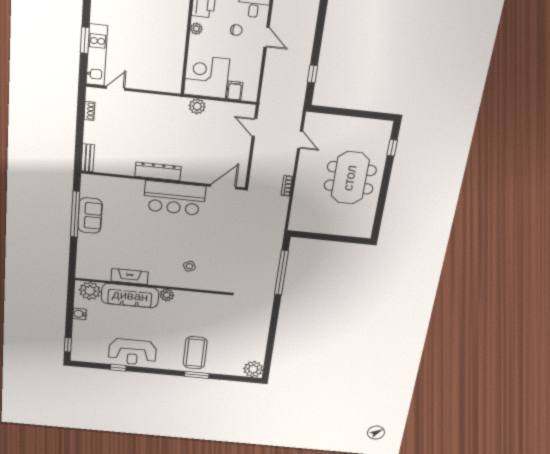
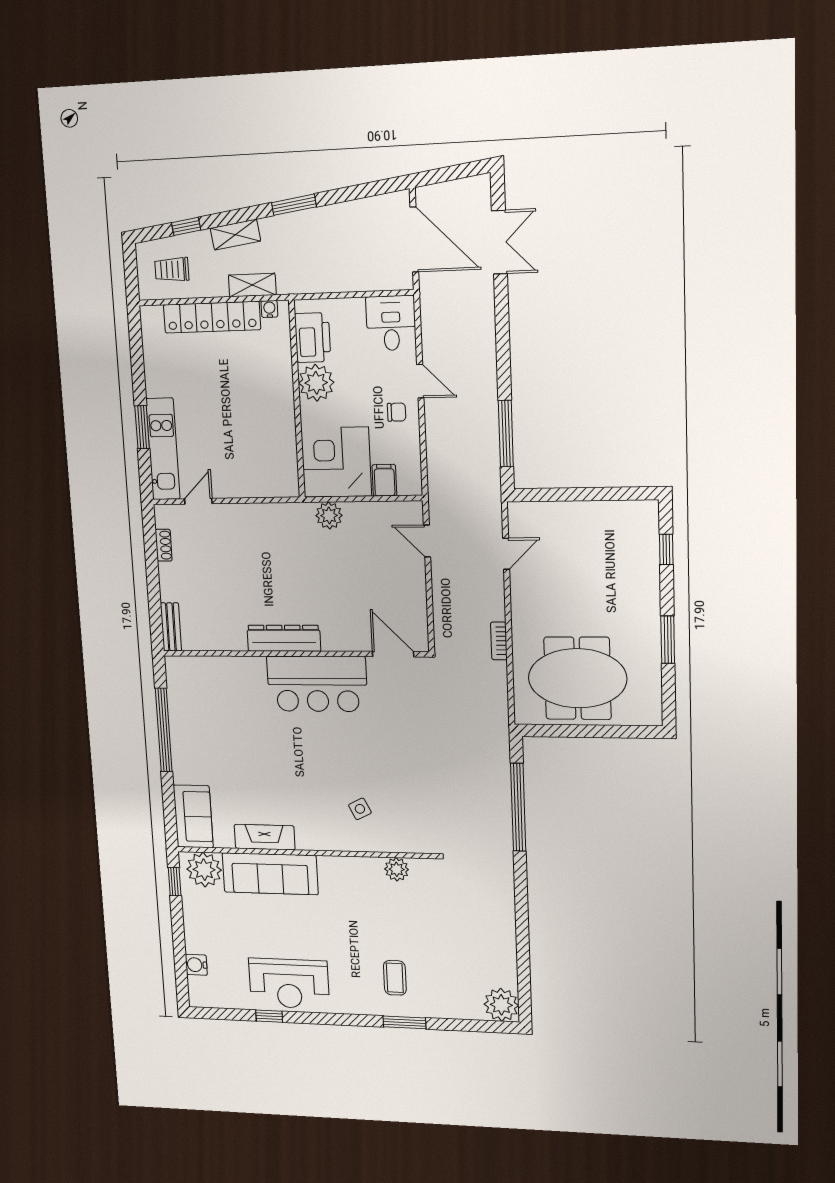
plant: (196, 29) -> (316, 383), width x1.87, depth x1.87
chair: (236, 30) -> (397, 412), moved
window: (313, 74) -> (506, 434), width x2.17
door: (300, 140) -> (506, 554), hinge flipped
meeting table: (350, 178) -> (578, 678), moved, turned 90
door: (223, 187) -> (393, 654), hinge flipped
window: (383, 195) -> (668, 640), added
sofa: (90, 216) -> (193, 816), moved
plant: (167, 295) -> (397, 869), moved
water cooler: (79, 314) -> (196, 965), moved
window: (68, 345) -> (175, 882), moved
coffee table: (195, 353) -> (395, 978), width x0.54, depth x0.58

